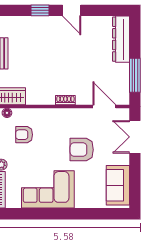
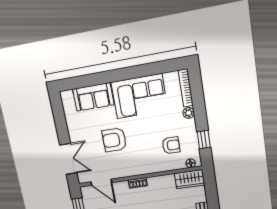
armchair: (82, 150) -> (114, 140), turned 180
sofa: (118, 185) -> (93, 97), moved, turned 90

